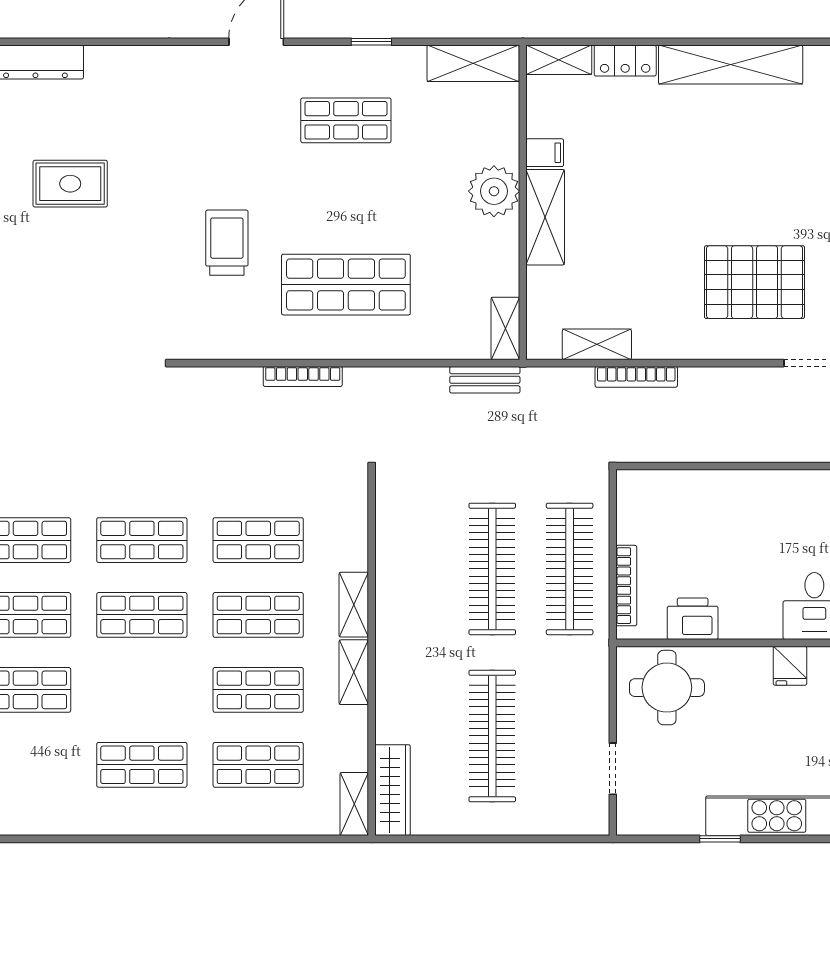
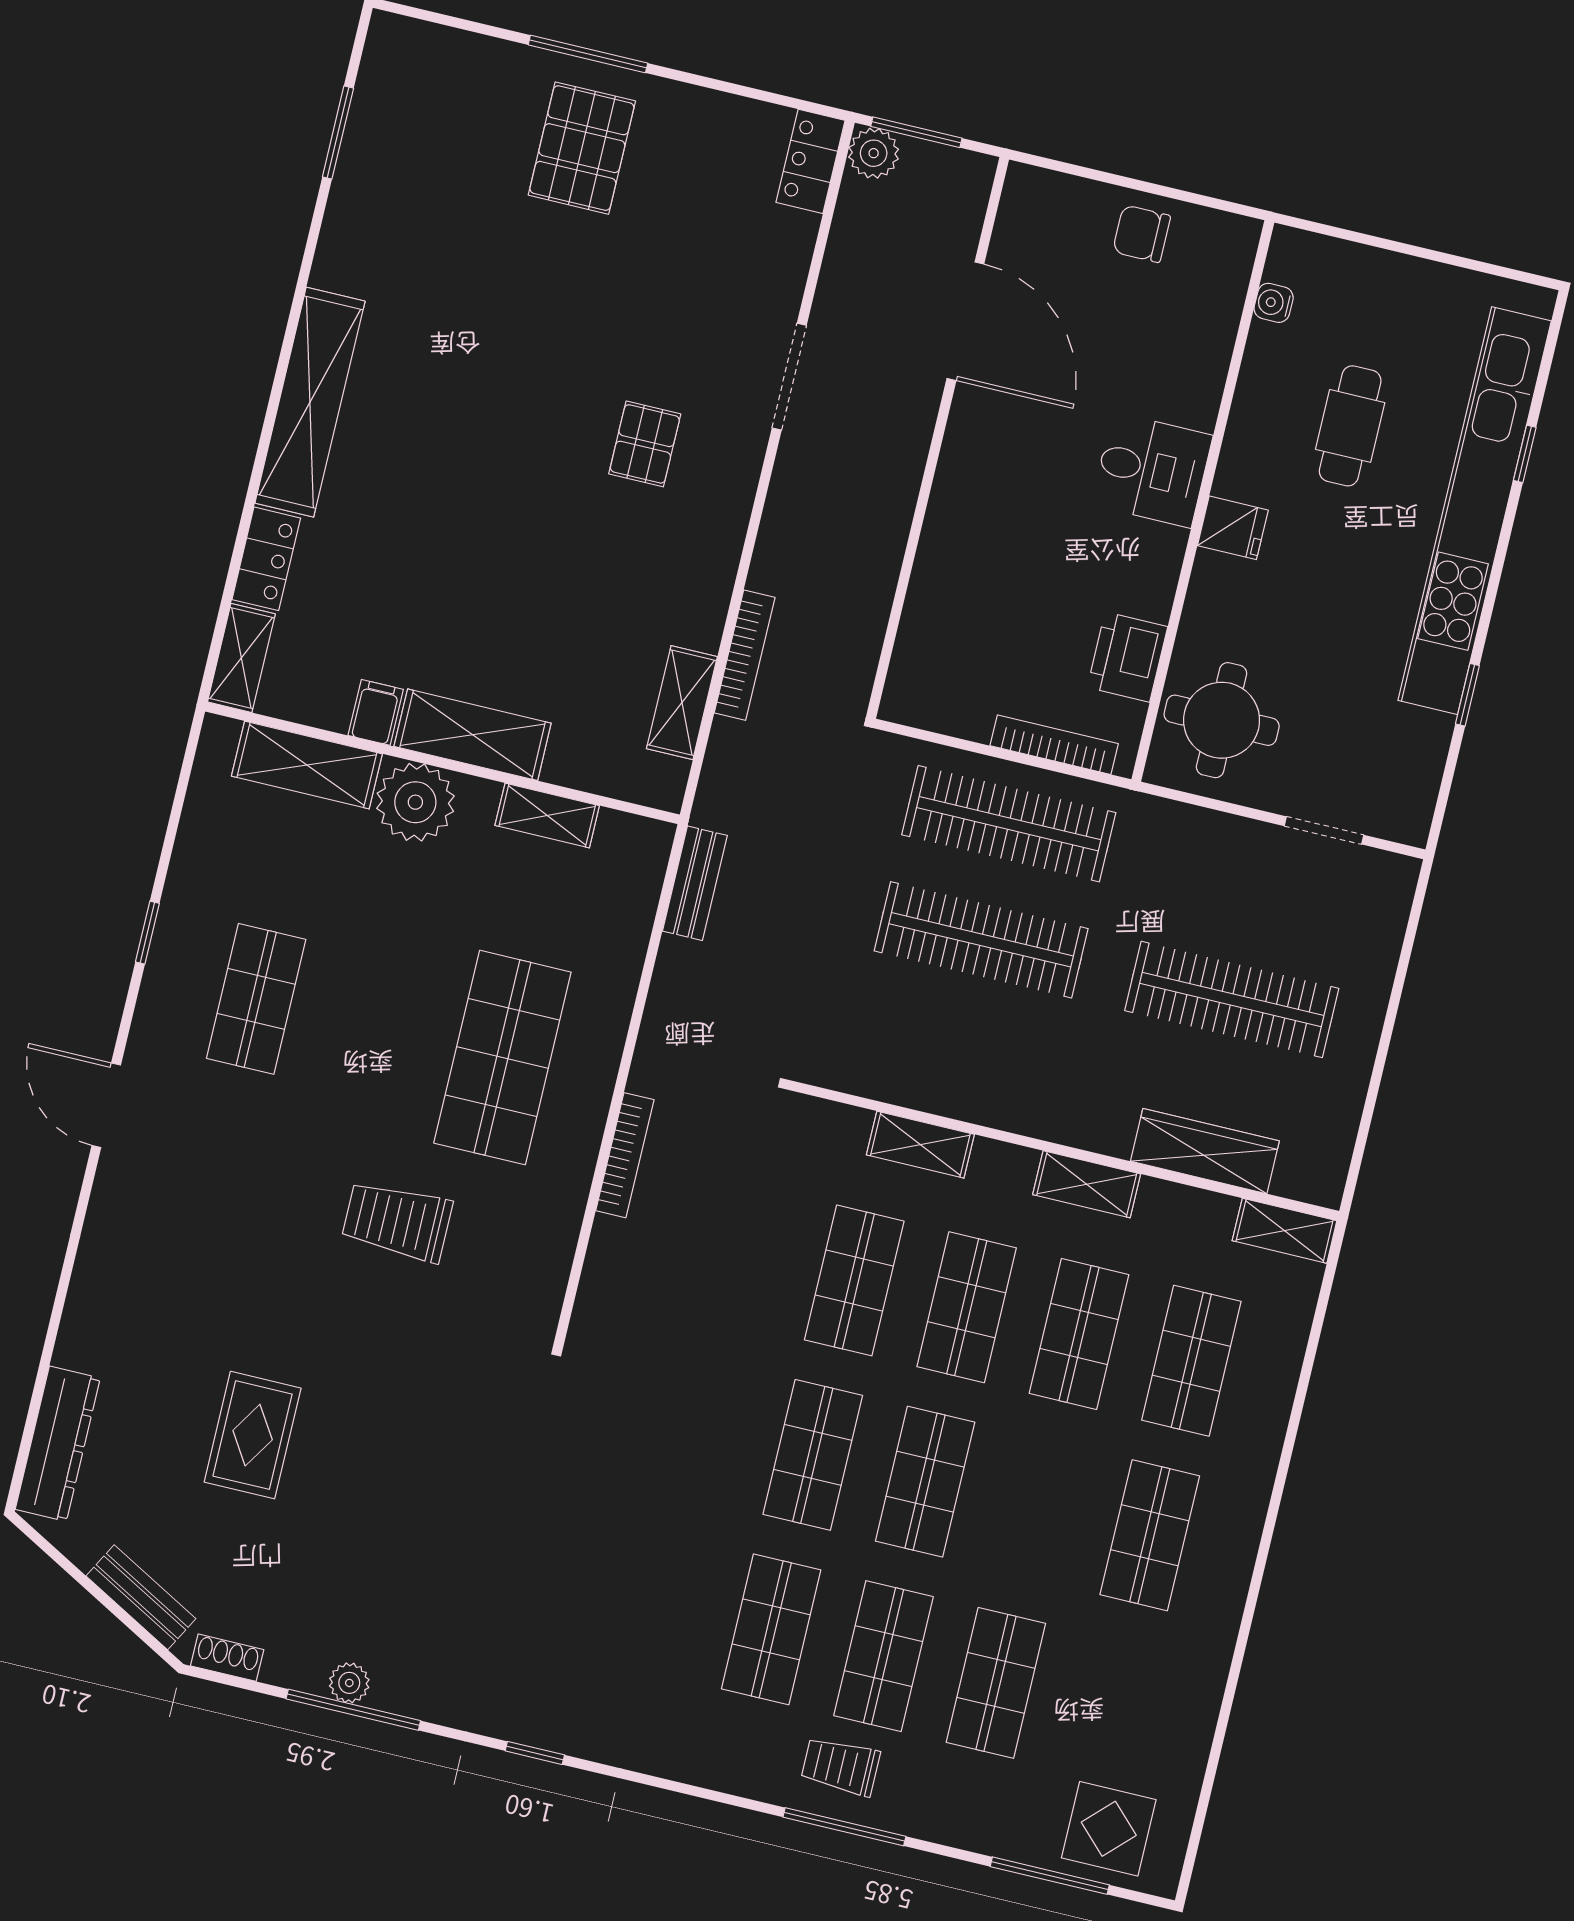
shelving: (473, 63) -> (307, 765), moved, turned 90
pallet: (755, 282) -> (645, 444), width x0.49, depth x0.50
shelving: (505, 329) -> (547, 816), moved
shelving: (354, 605) -> (920, 1145), moved
wardrobe: (392, 790) -> (1205, 1151), moved

